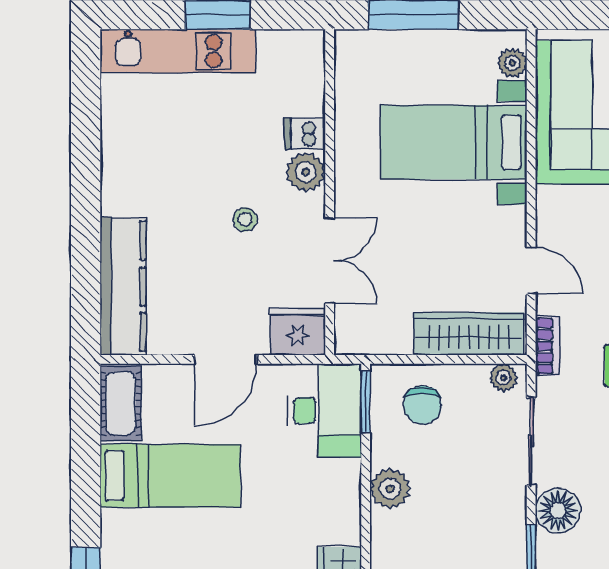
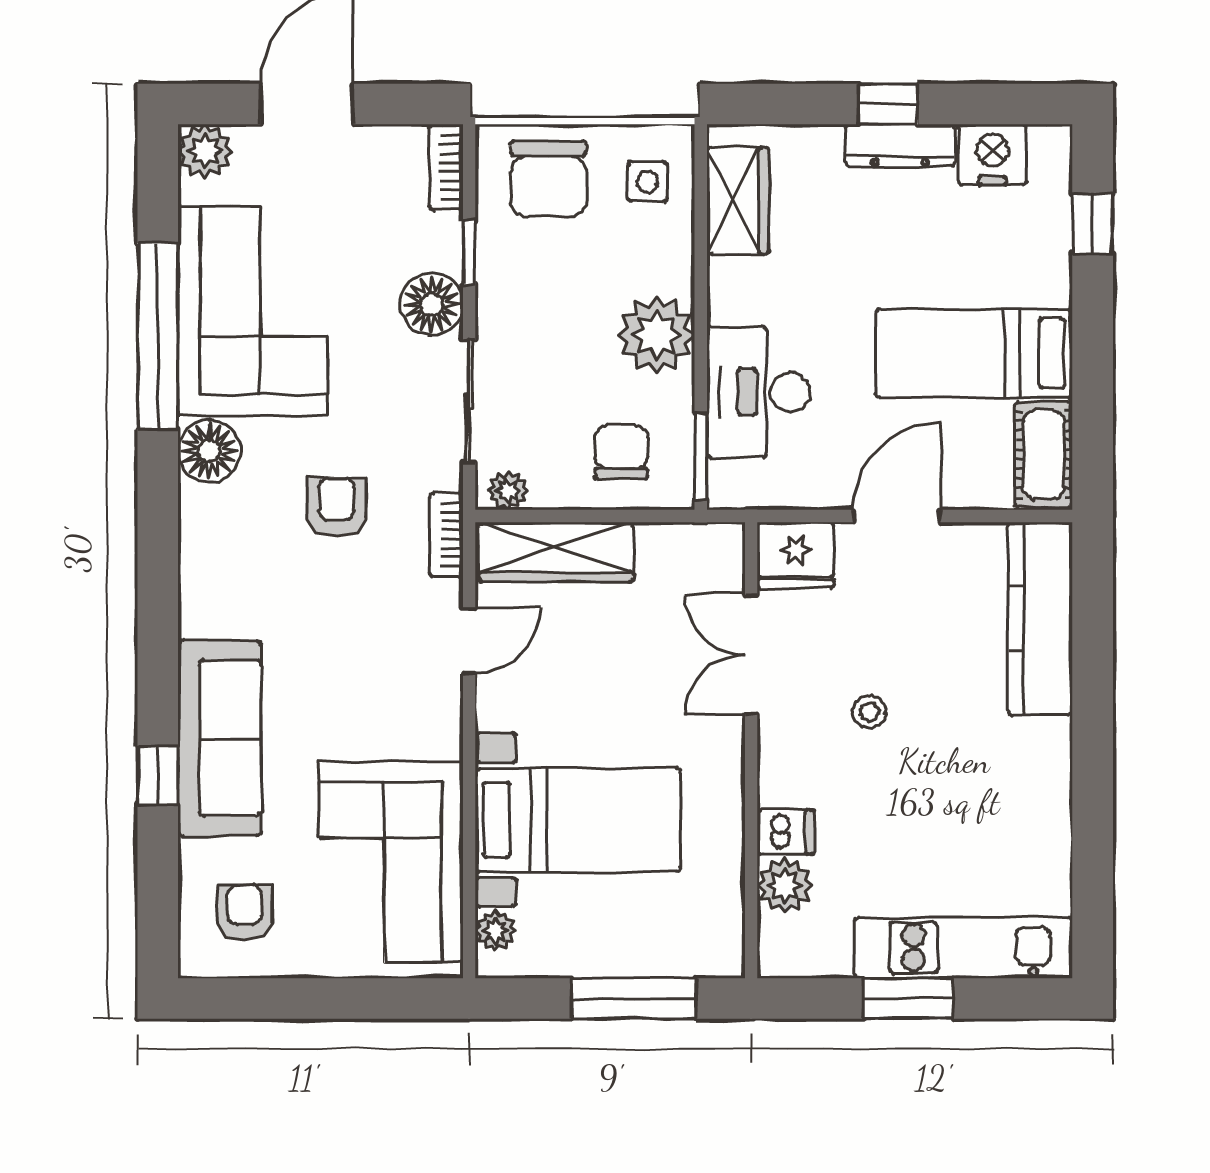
plant: (306, 172) -> (785, 885), moved
door: (531, 271) -> (469, 640), swing flipped
desk: (324, 411) -> (758, 392), moved
plant: (390, 489) -> (656, 335), width x1.36, depth x1.36

